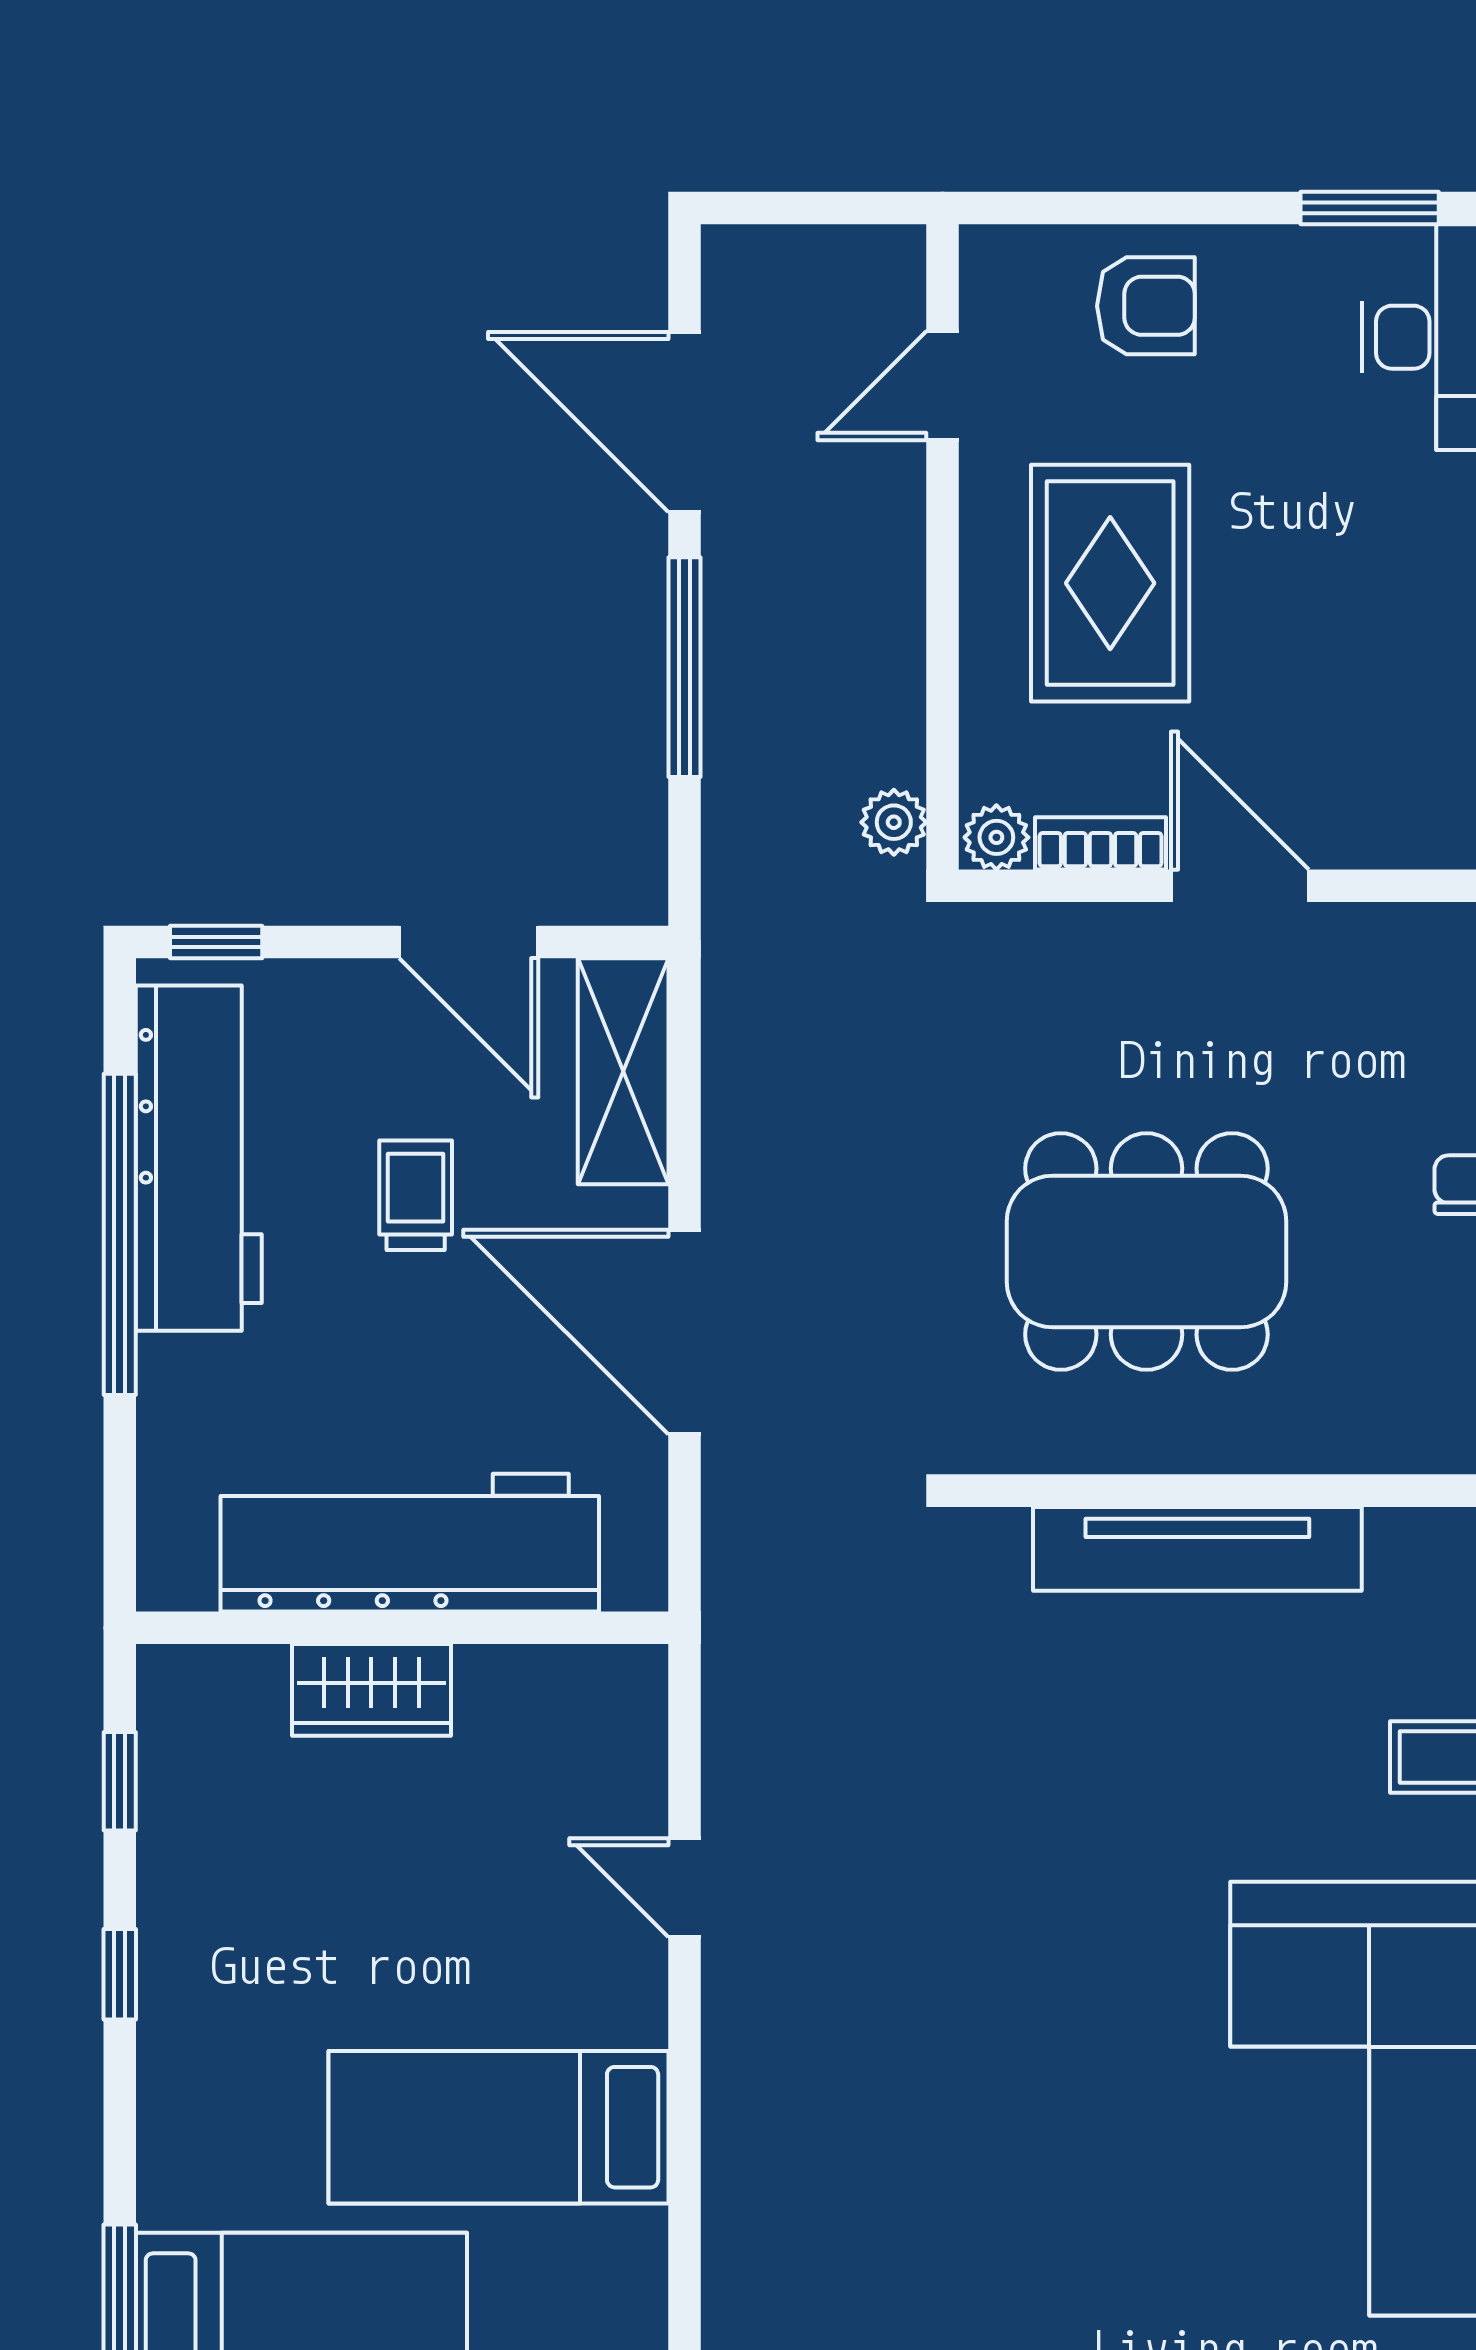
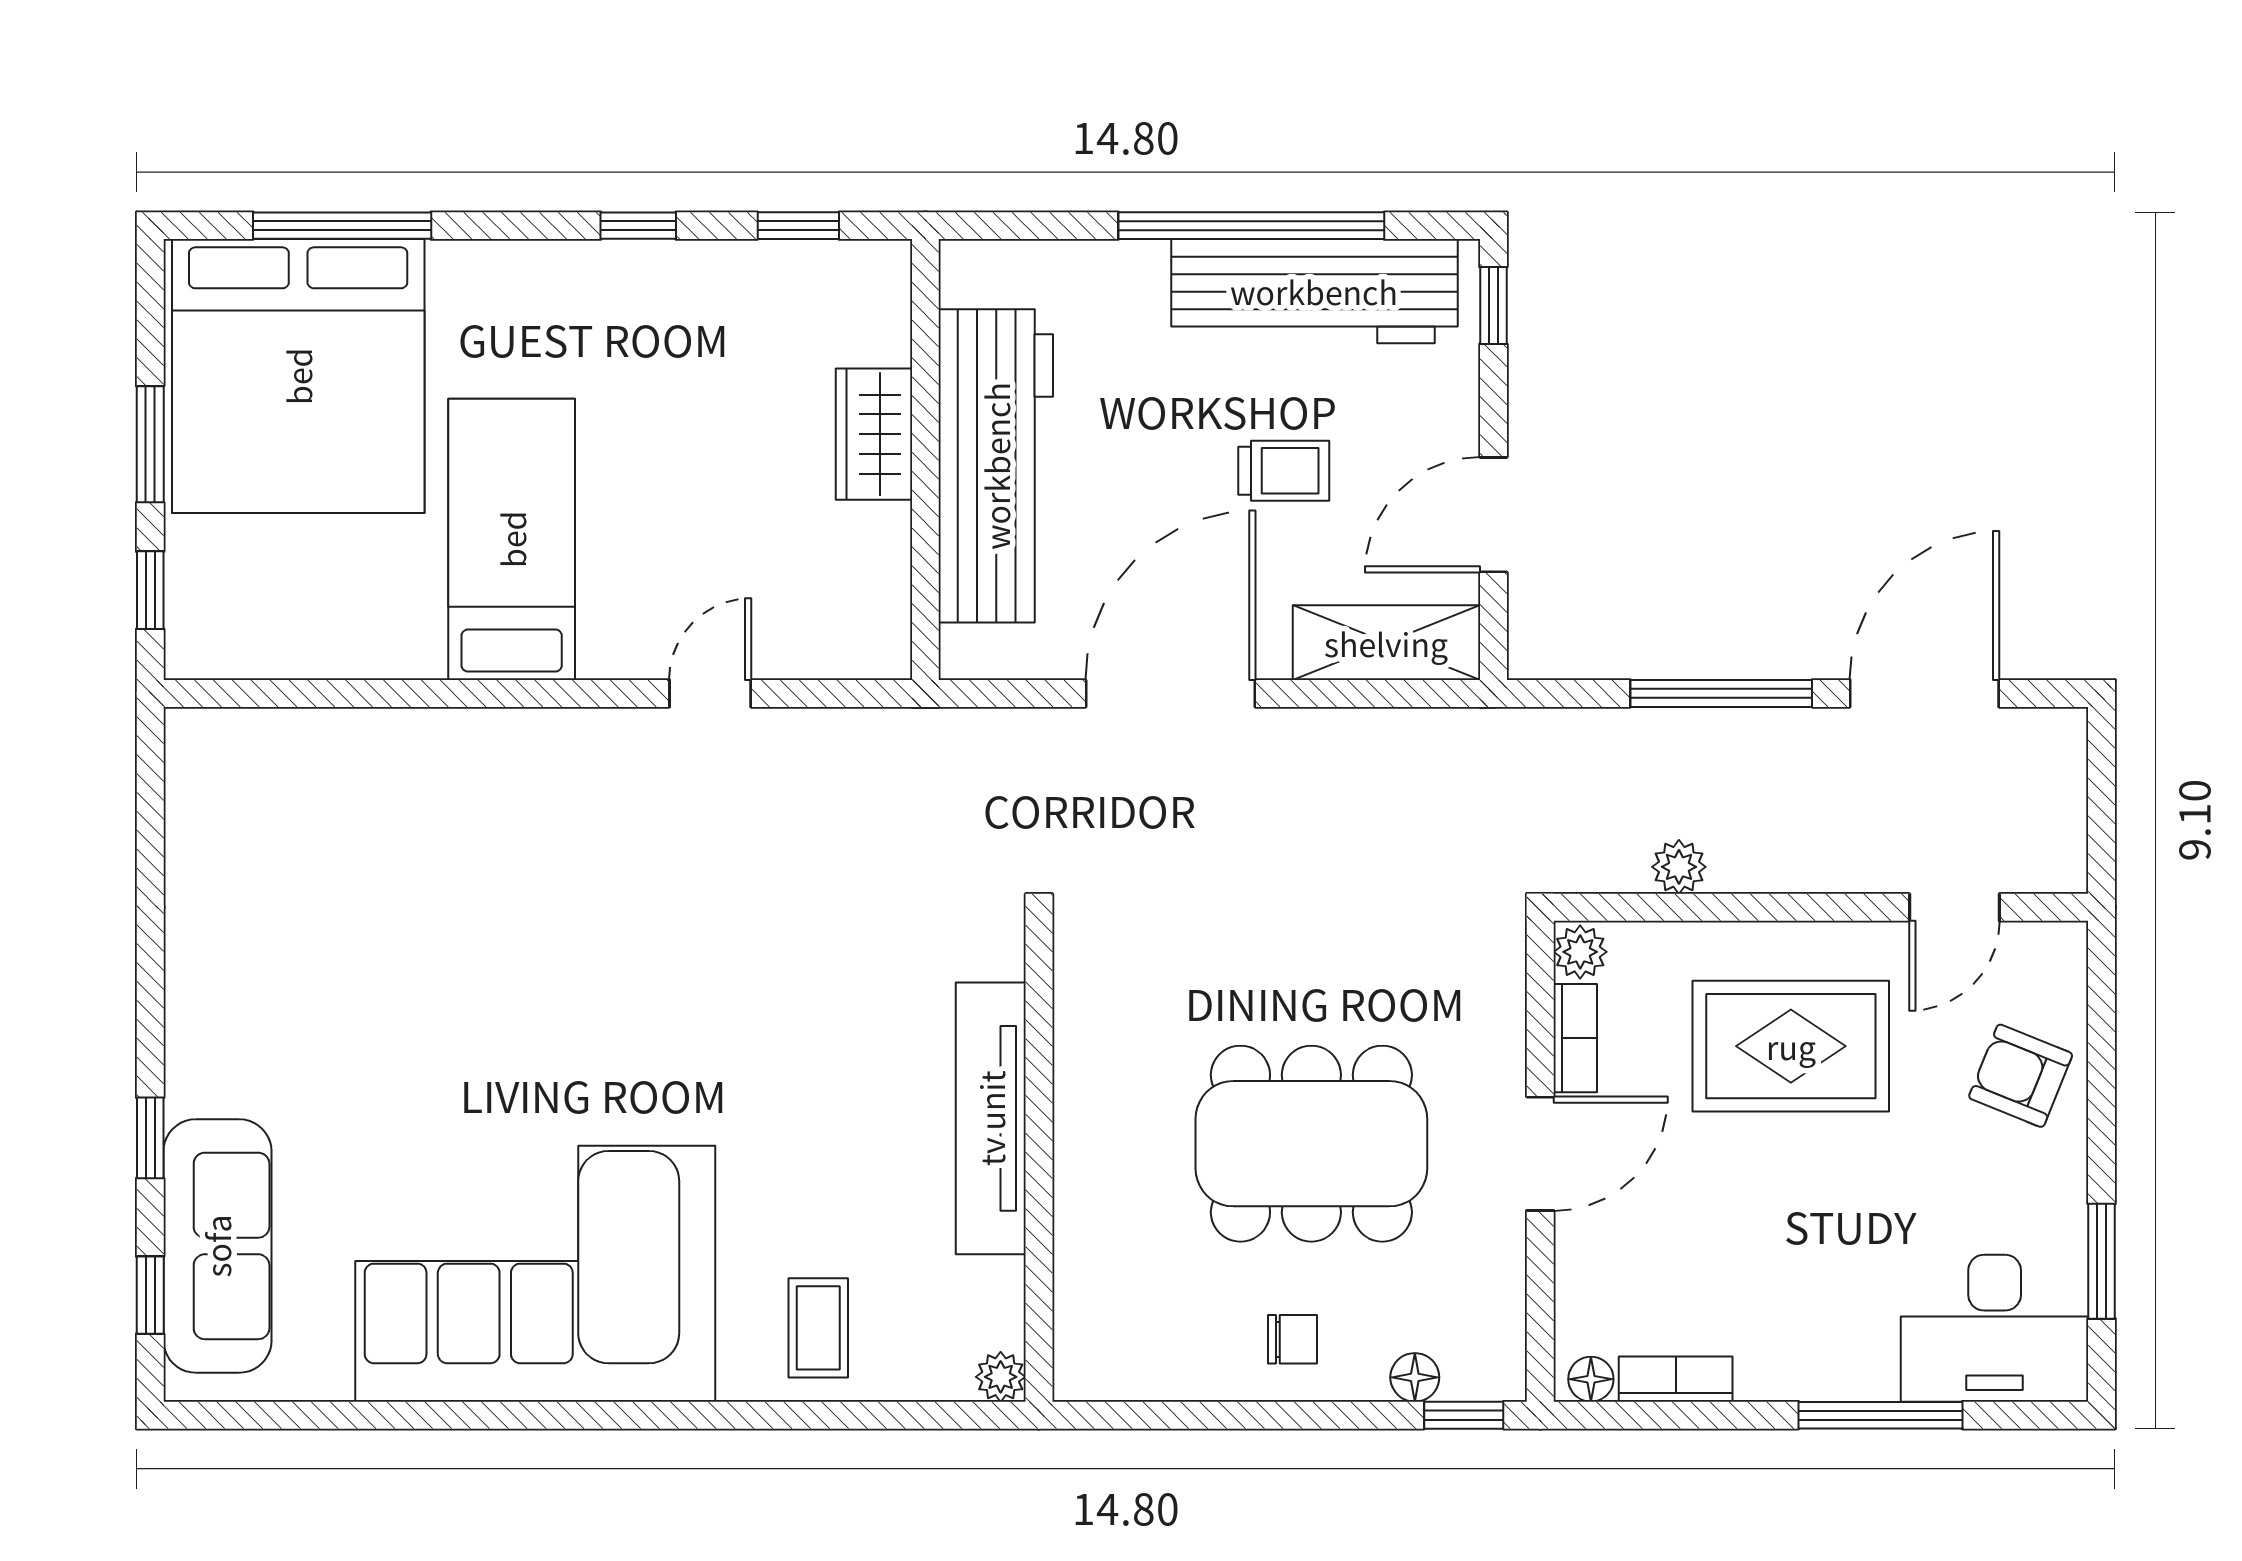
armchair: (1146, 306) -> (2021, 1076), turned 112
door: (943, 386) -> (1954, 907), swing flipped
plant: (894, 822) -> (1679, 867), moved
dining table: (1146, 1251) -> (1311, 1144), moved, turned 90

